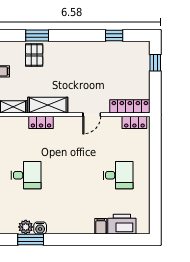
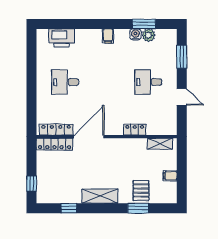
shelving: (48, 105) -> (100, 196), moved
door: (92, 115) -> (89, 137), width x1.88
locker: (134, 122) -> (56, 130), width x1.53
filing cabinet: (101, 226) -> (108, 36), moved

